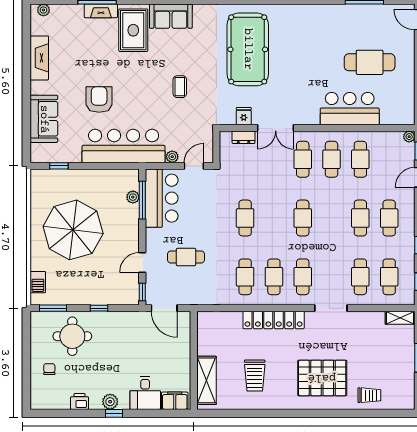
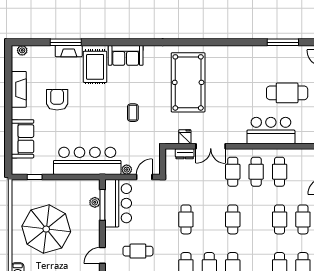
armchair: (99, 100) -> (57, 100), moved

